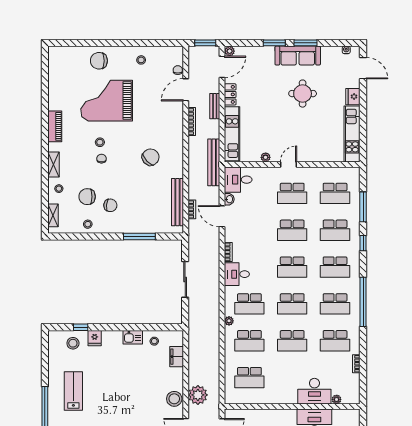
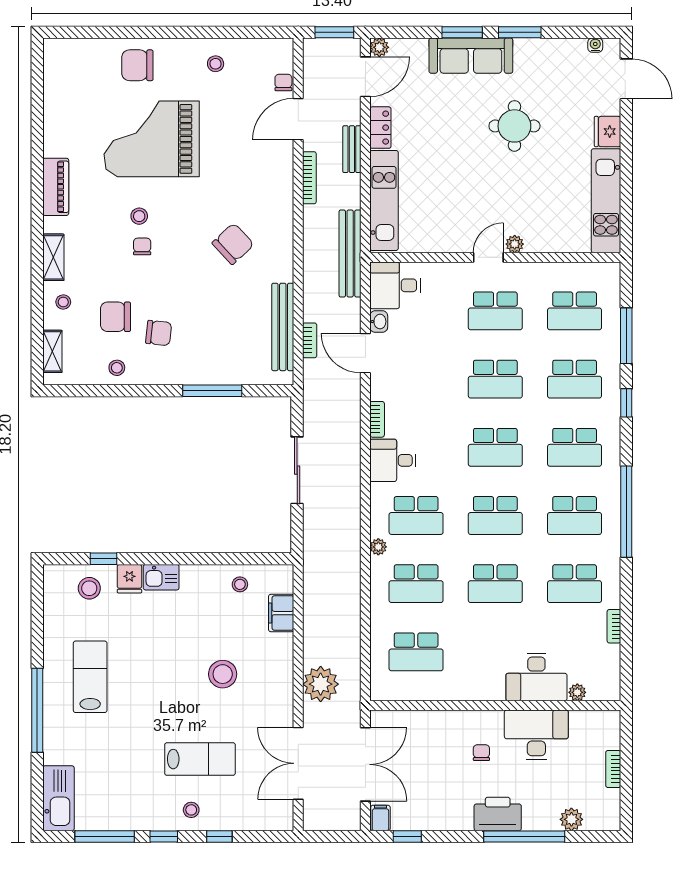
sofa: (298, 56) -> (471, 56), moved
plant: (266, 157) -> (515, 244), moved
kitchen sink: (133, 337) -> (161, 577), moved
stool: (174, 399) -> (223, 674), moved

